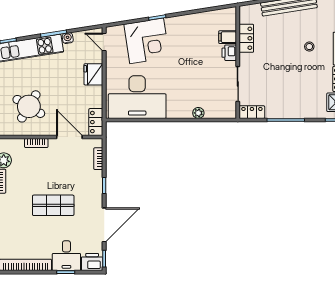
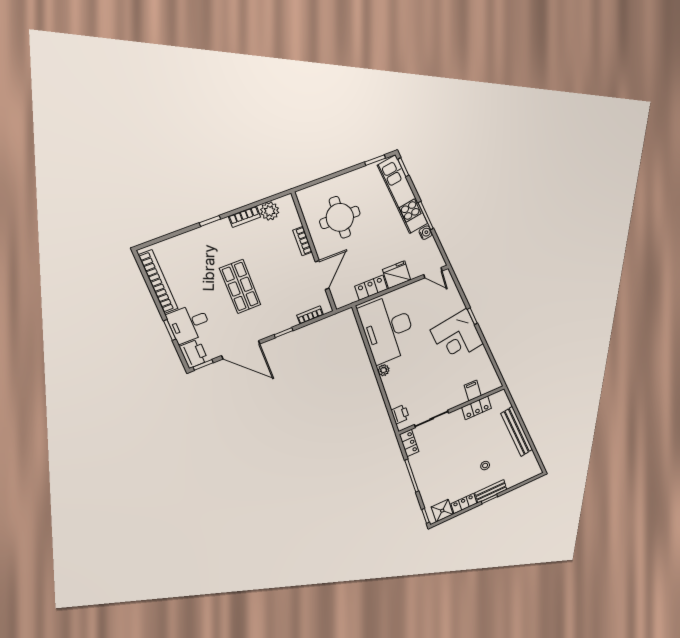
corner desk: (147, 41) -> (457, 337), moved
door: (104, 42) -> (433, 273), swing flipped
printer: (229, 53) -> (400, 414), moved, turned 90
round table: (29, 106) -> (340, 217), turned -31
plant: (198, 113) -> (384, 370), moved
locker: (96, 122) -> (371, 288), moved

